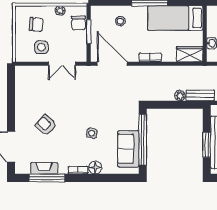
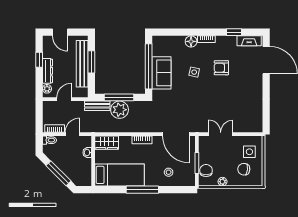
side table: (41, 47) -> (249, 152), moved
plant: (180, 96) -> (120, 110), width x1.87, depth x1.87
window: (176, 105) -> (119, 97), added
armchair: (46, 125) -> (221, 68), moved, turned 138
sofa: (128, 149) -> (161, 73), moved
fireplace: (44, 168) -> (249, 41), moved
window: (47, 178) -> (234, 32), width x0.46

